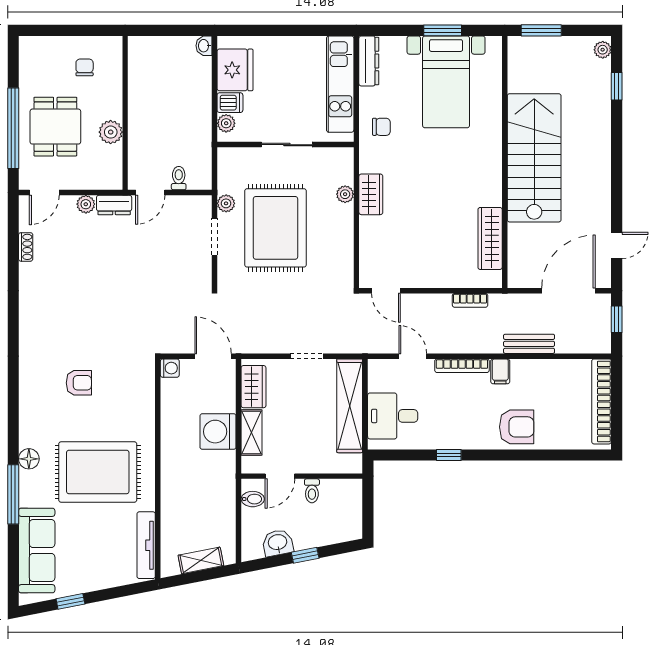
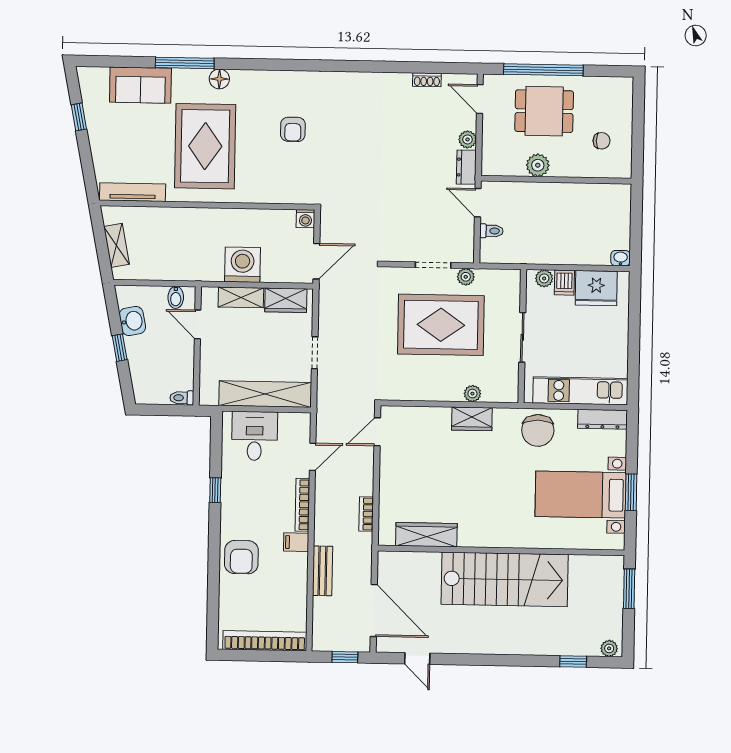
chair: (381, 127) -> (538, 430), width x1.87, depth x1.87
toilet: (312, 491) -> (182, 398), moved
sofa: (37, 550) -> (140, 85), width x0.73

